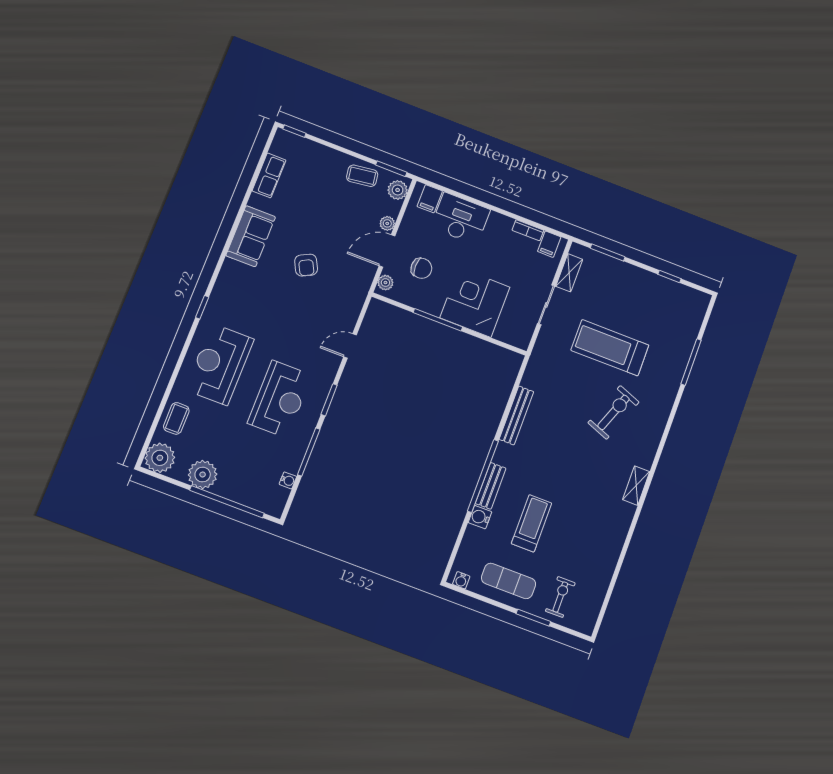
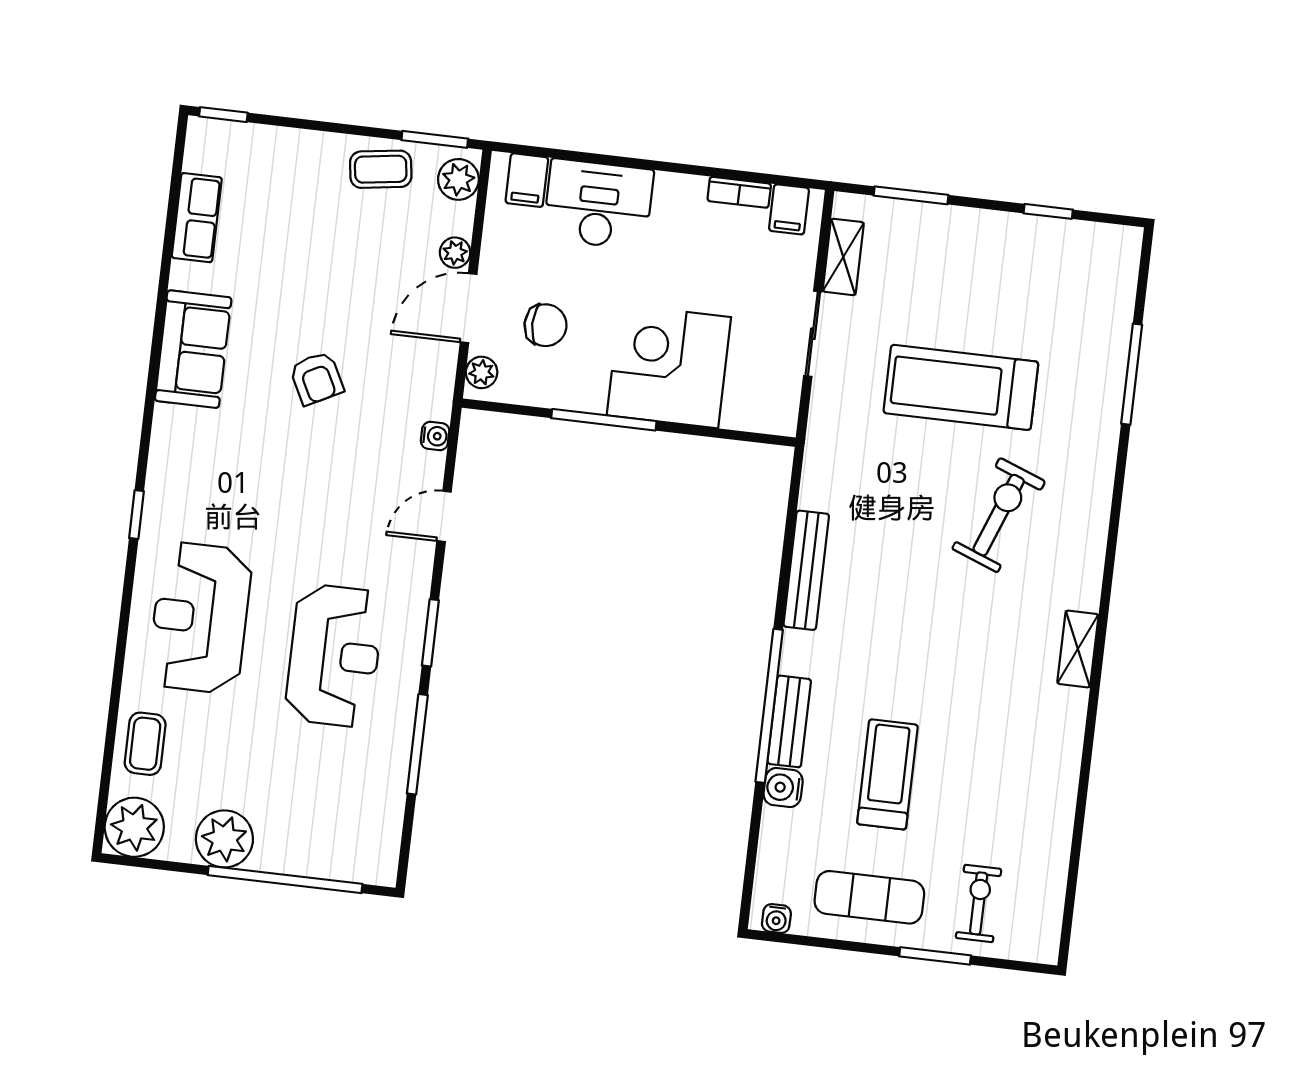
water cooler: (288, 480) -> (435, 436), moved

